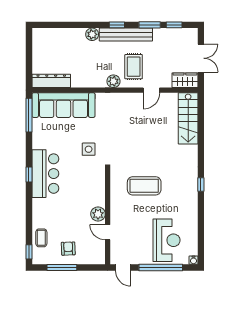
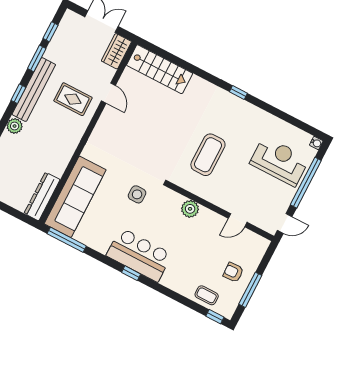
plant: (113, 81) -> (77, 129), removed
plant: (98, 214) -> (190, 209), moved

